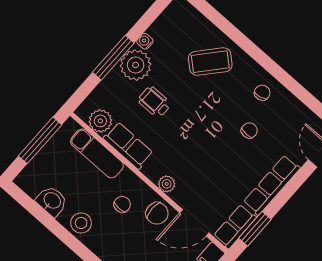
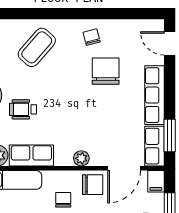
chair: (249, 130) -> (106, 71), width x1.87, depth x1.87

